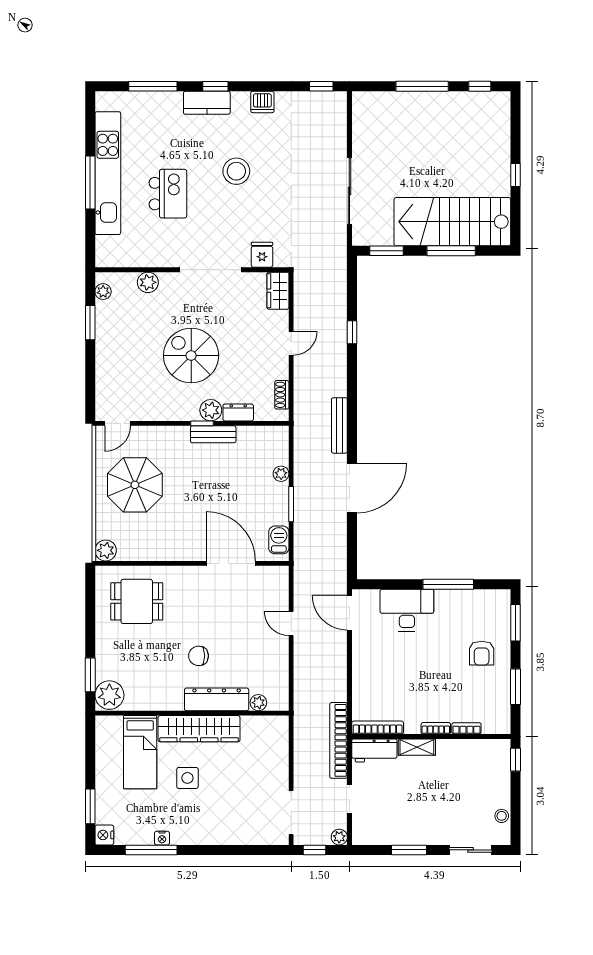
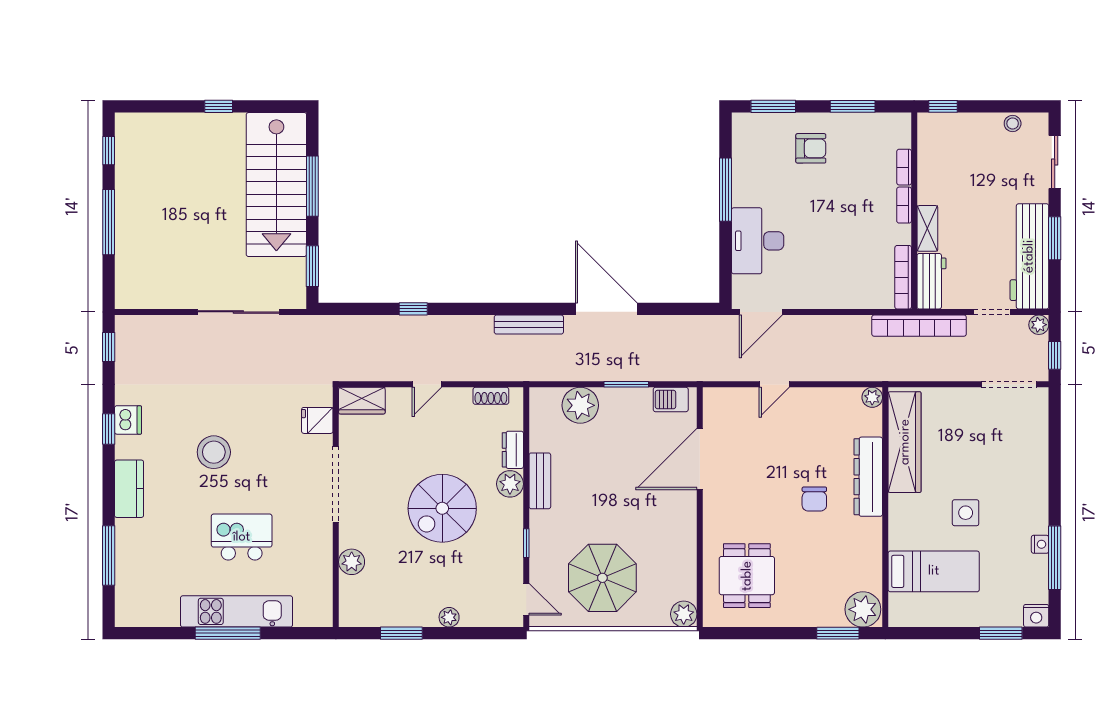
window: (215, 86) -> (109, 429), moved
kitchen unit: (108, 173) -> (237, 611), width x0.73
plant: (103, 292) -> (449, 617), moved
door: (291, 343) -> (427, 384), swing flipped
window: (202, 423) -> (526, 543), moved
plant: (281, 474) -> (580, 405), width x1.88, depth x1.88
plant: (258, 703) -> (872, 397), moved
wardrobe: (199, 729) -> (905, 442), moved
workbench: (394, 830) -> (1029, 256), added

